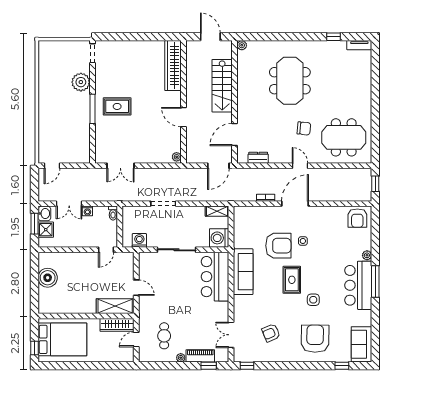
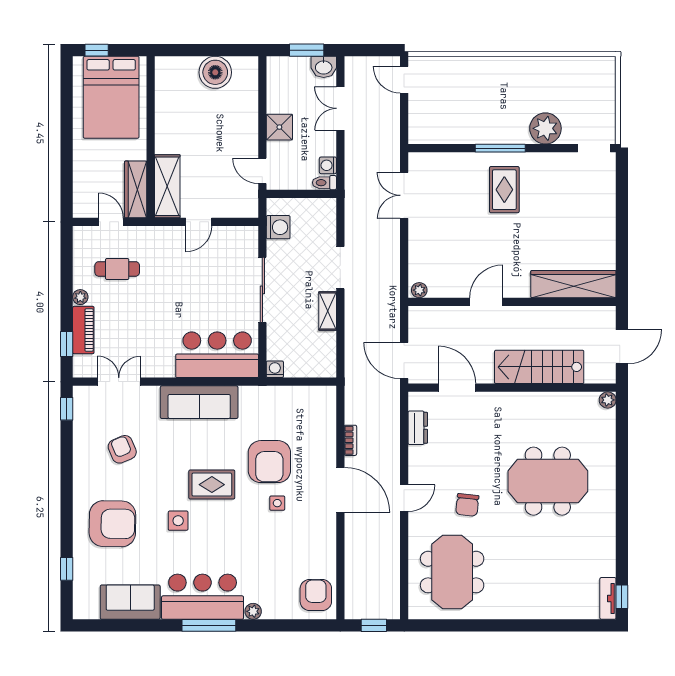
window: (333, 37) -> (622, 597), moved
washing machine: (87, 211) -> (328, 165), moved
shelving: (217, 211) -> (328, 311), moved
armchair: (357, 218) -> (316, 595), turned 90
shower: (46, 230) -> (279, 127), moved
washing machine: (219, 238) -> (275, 369), width x0.53, depth x0.53
sofa: (243, 272) -> (199, 402), moved
sofa: (362, 344) -> (130, 602), moved

